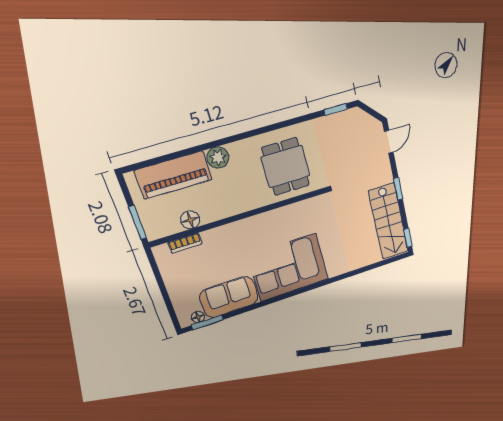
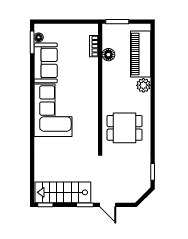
door: (389, 142) -> (108, 205), moved

